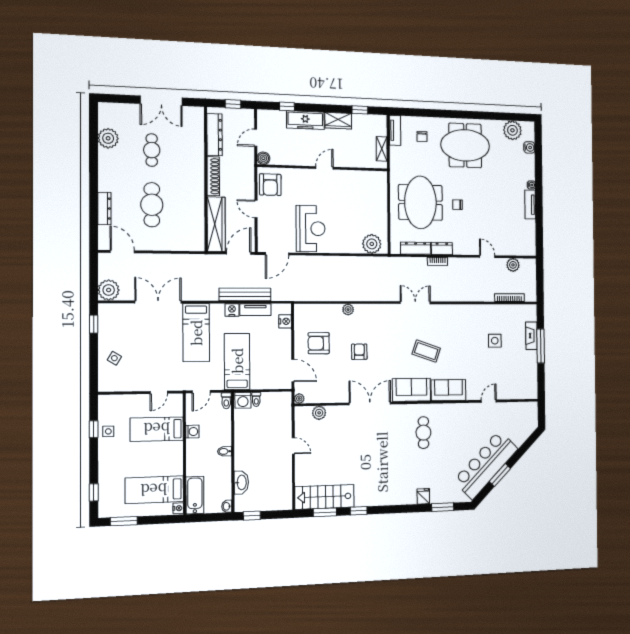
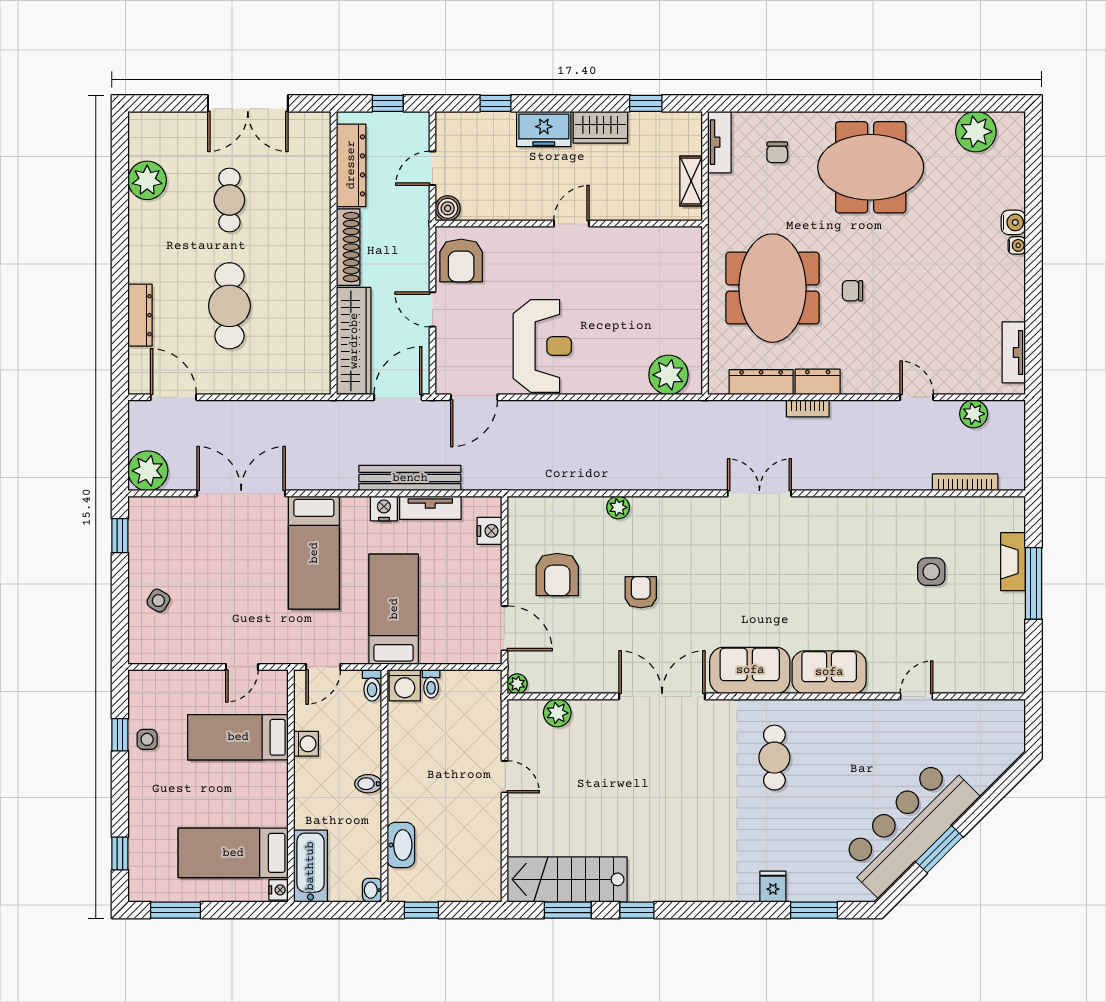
freezer: (305, 120) -> (544, 129), width x0.71
water cooler: (529, 147) -> (1013, 222), moved
tv unit: (530, 205) -> (1014, 352), moved
armchair: (319, 343) -> (557, 575), turned -90
coffee table: (426, 351) -> (782, 592), removed

